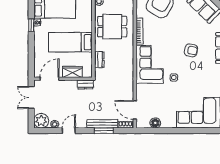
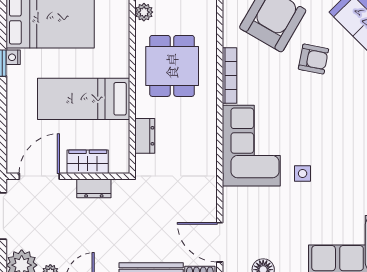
dining table: (112, 27) -> (172, 66), turned 90
armchair: (191, 50) -> (313, 59), moved
dresser: (85, 84) -> (94, 188), moved

